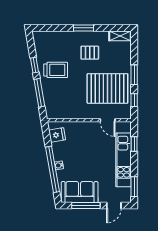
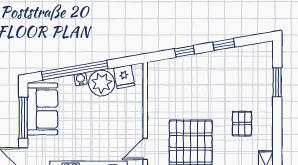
window: (84, 28) -> (277, 82), moved
trolley: (56, 70) -> (217, 75), removed
window: (39, 93) -> (185, 51), width x0.46
plant: (61, 151) -> (102, 83), added

